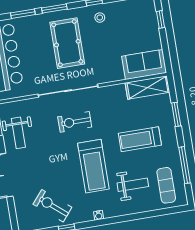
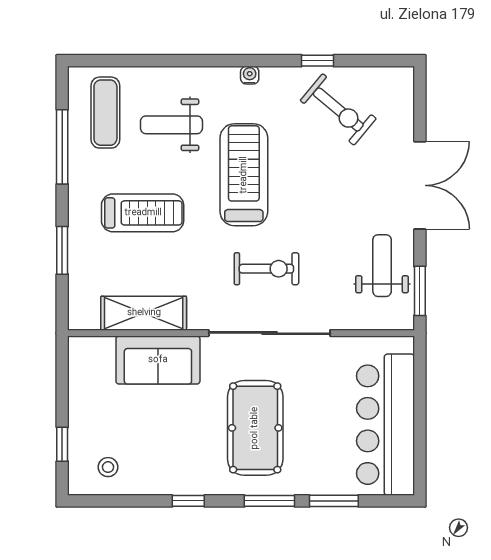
stool: (100, 18) -> (108, 467), moved
sofa: (144, 65) -> (158, 360), moved
shelving: (147, 88) -> (144, 313), moved

